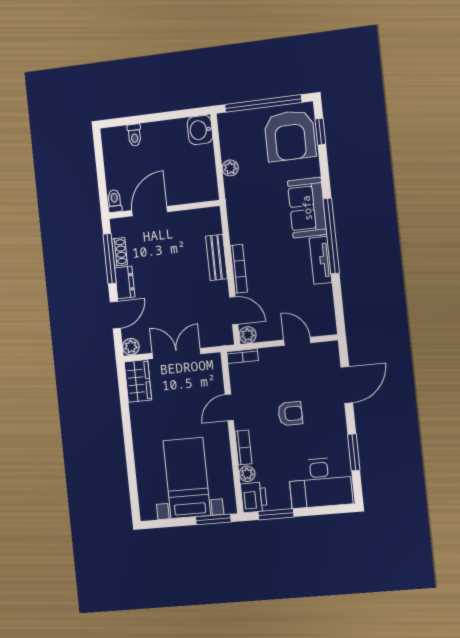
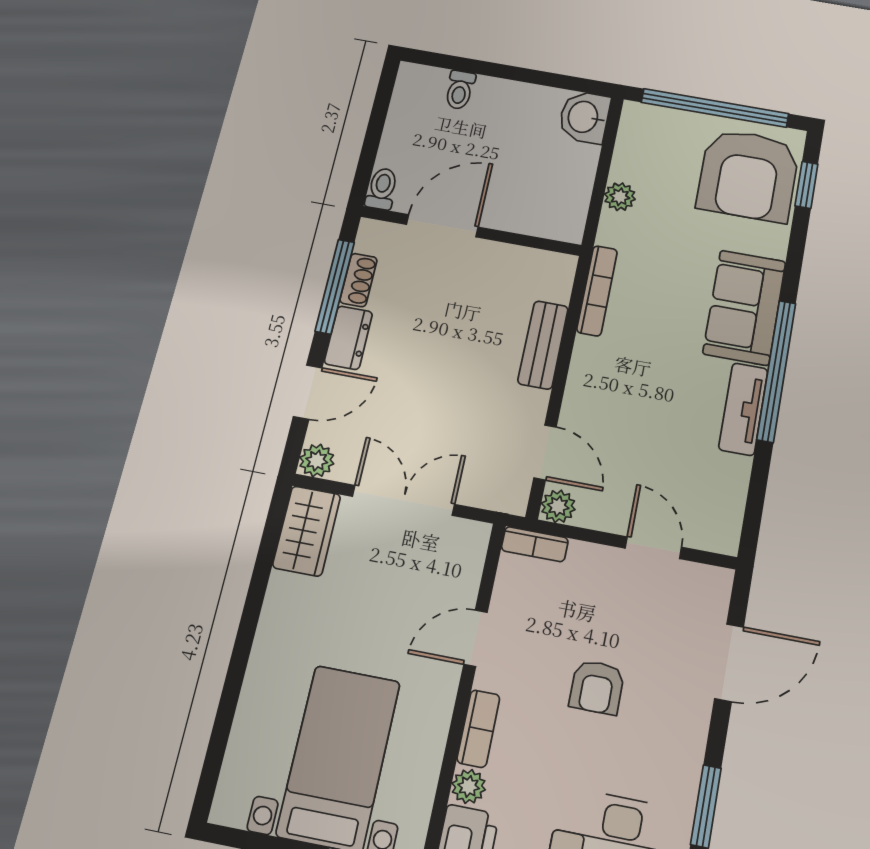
bookcase: (239, 269) -> (597, 291), moved
armchair: (290, 414) -> (597, 687), turned 90

